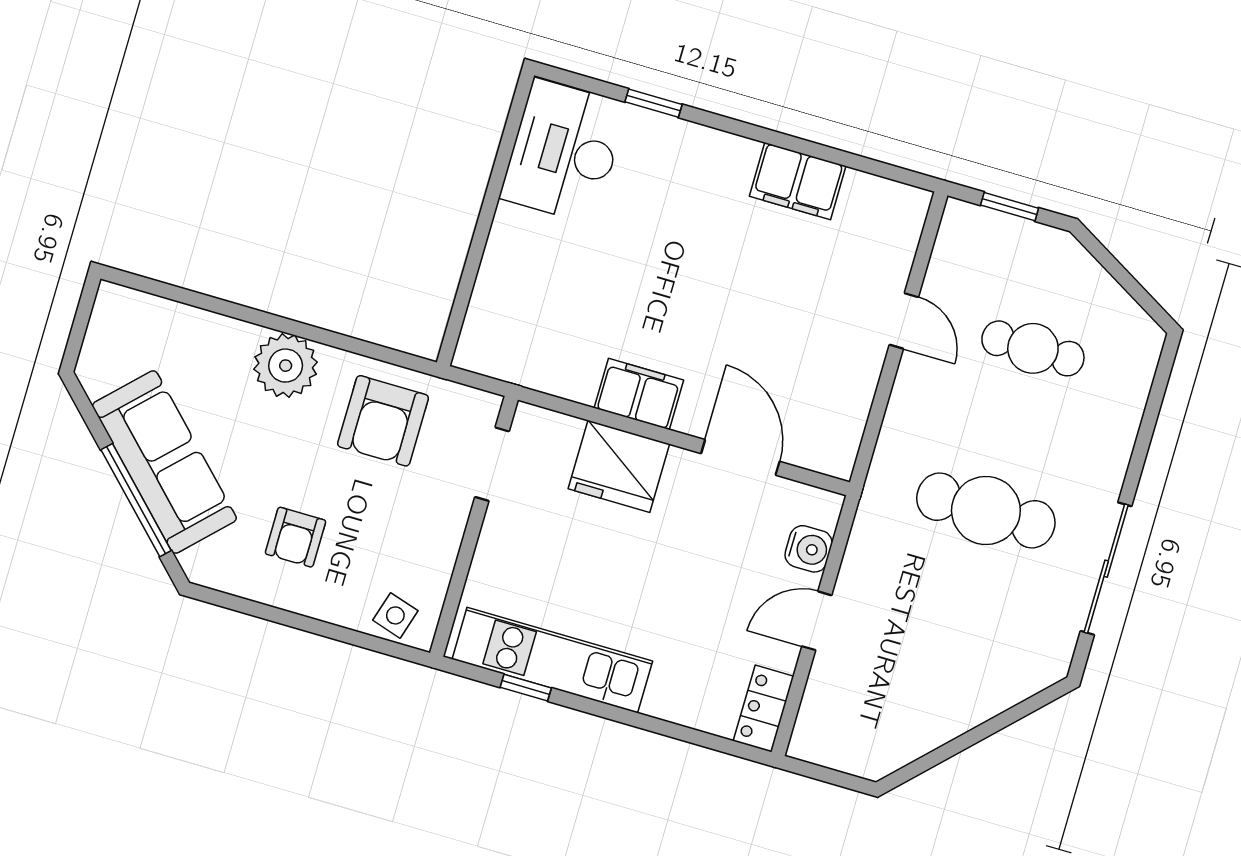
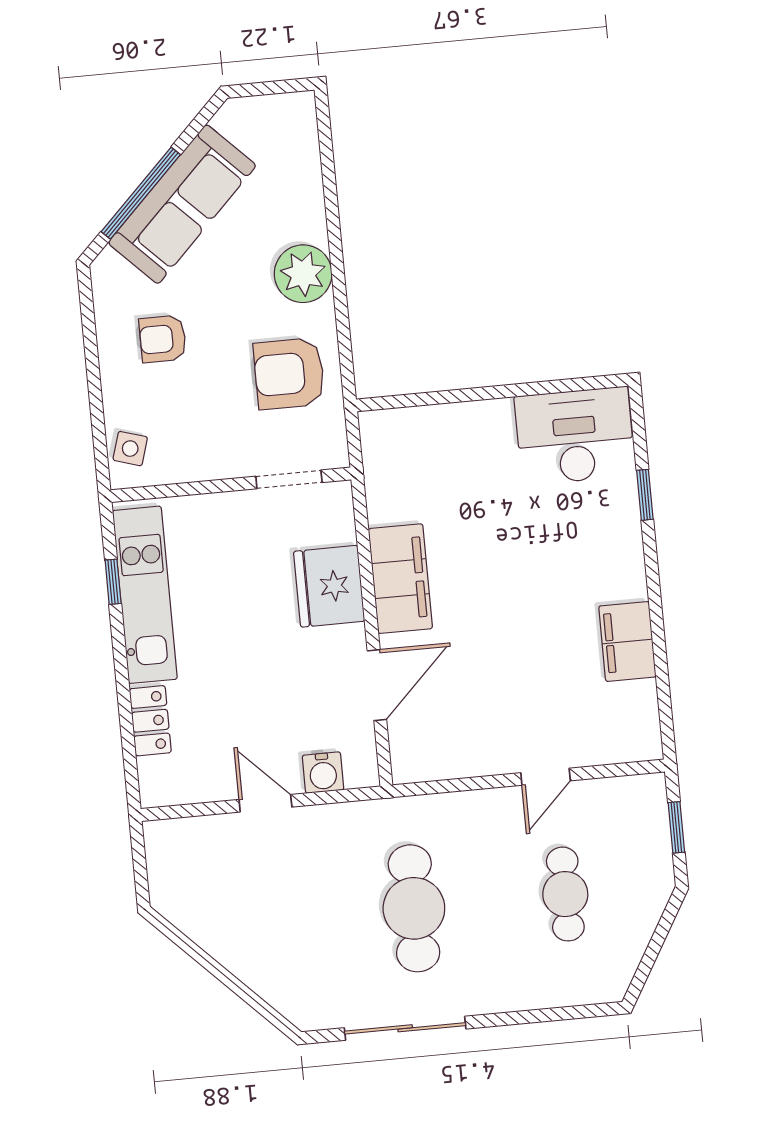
filing cabinet: (639, 394) -> (400, 579), width x1.50, depth x1.17
locker: (764, 709) -> (150, 721), moved, turned 90

